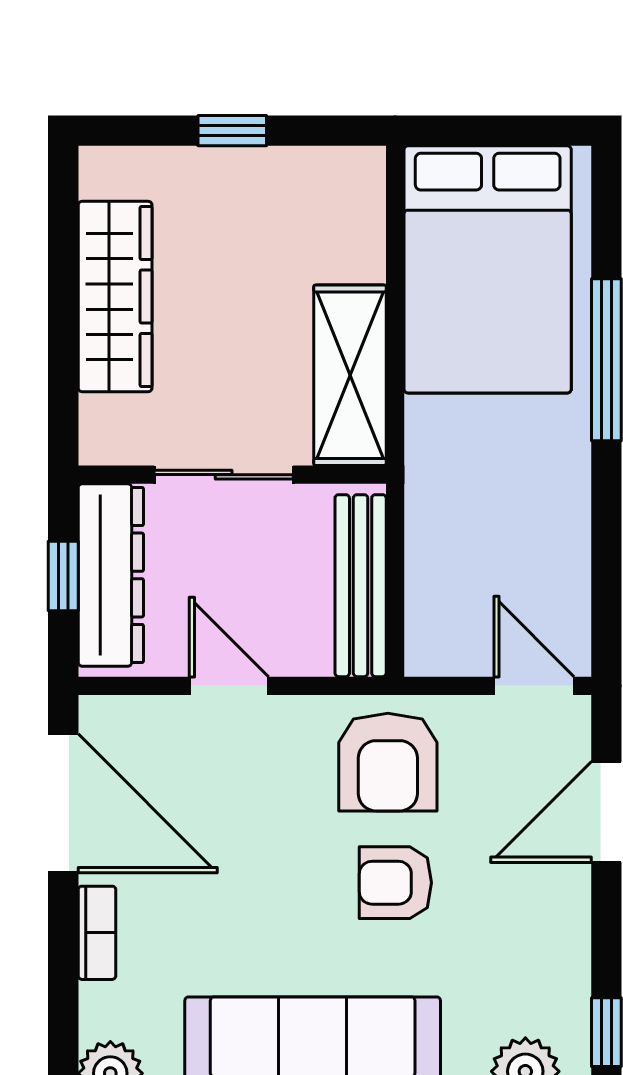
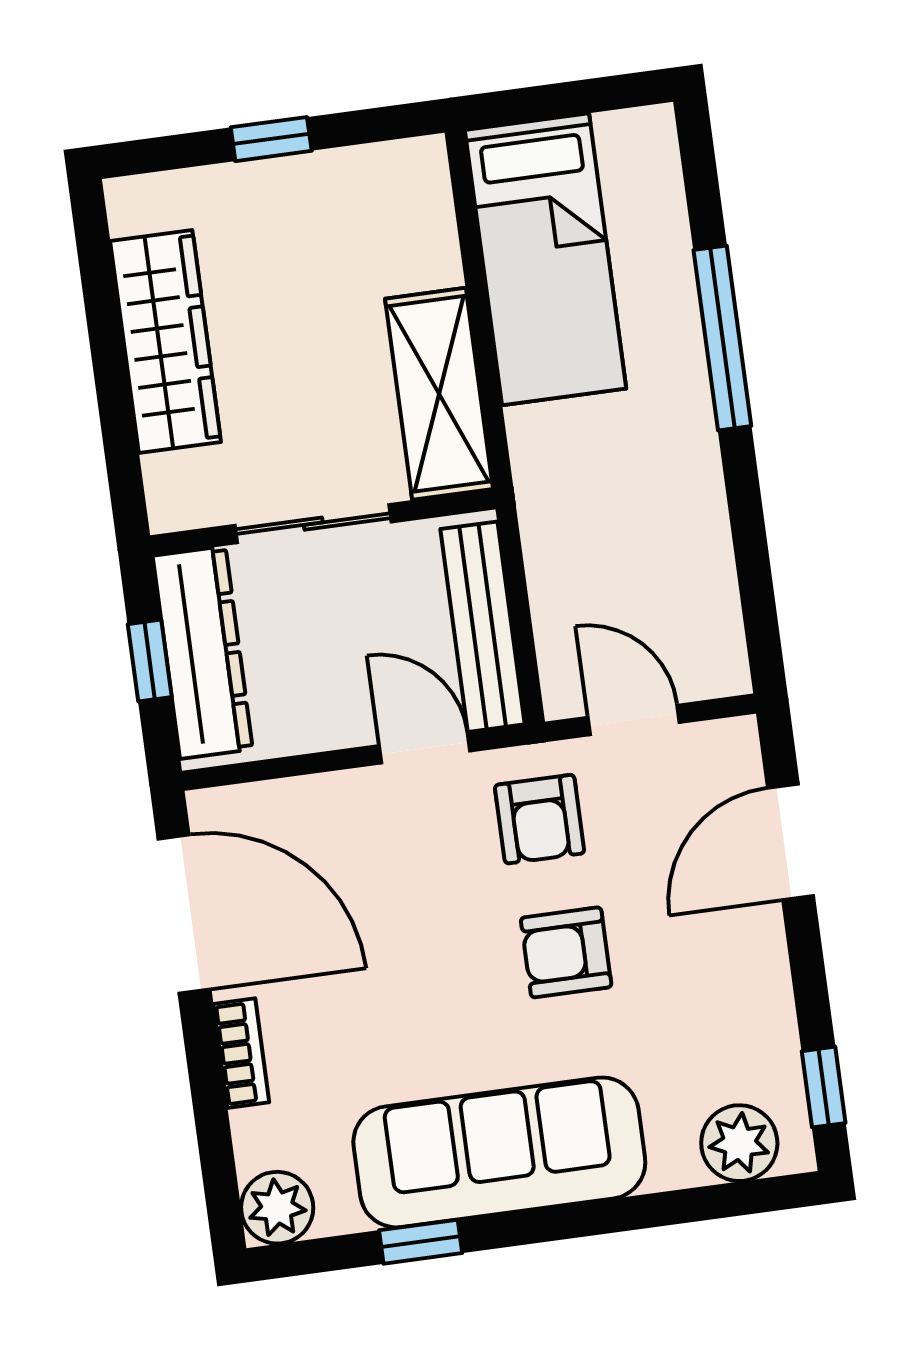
bed: (488, 269) -> (546, 259), width x0.67
door: (229, 686) -> (425, 748), moved
door: (534, 686) -> (634, 720), moved
armchair: (388, 762) -> (540, 819), width x0.72, depth x0.72

